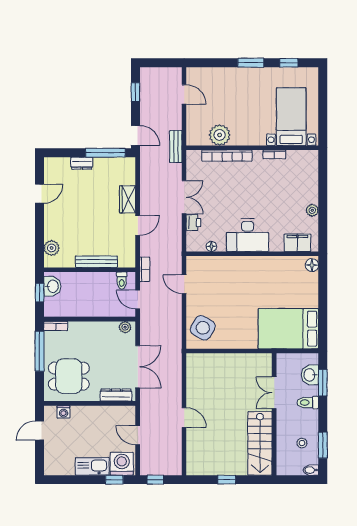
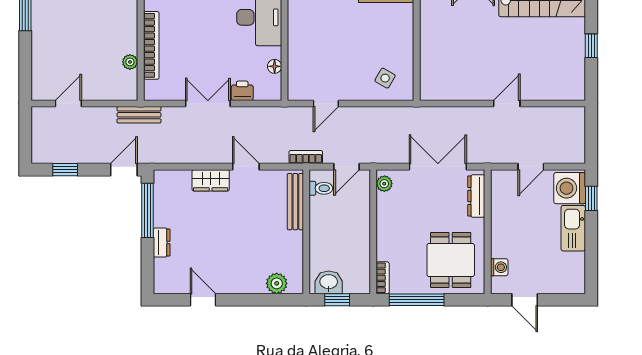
plant: (220, 135) -> (130, 62), width x0.53, depth x0.53
bench: (96, 262) -> (295, 202), moved
side table: (203, 328) -> (385, 78), width x0.54, depth x0.54
window: (155, 480) -> (591, 142), removed

